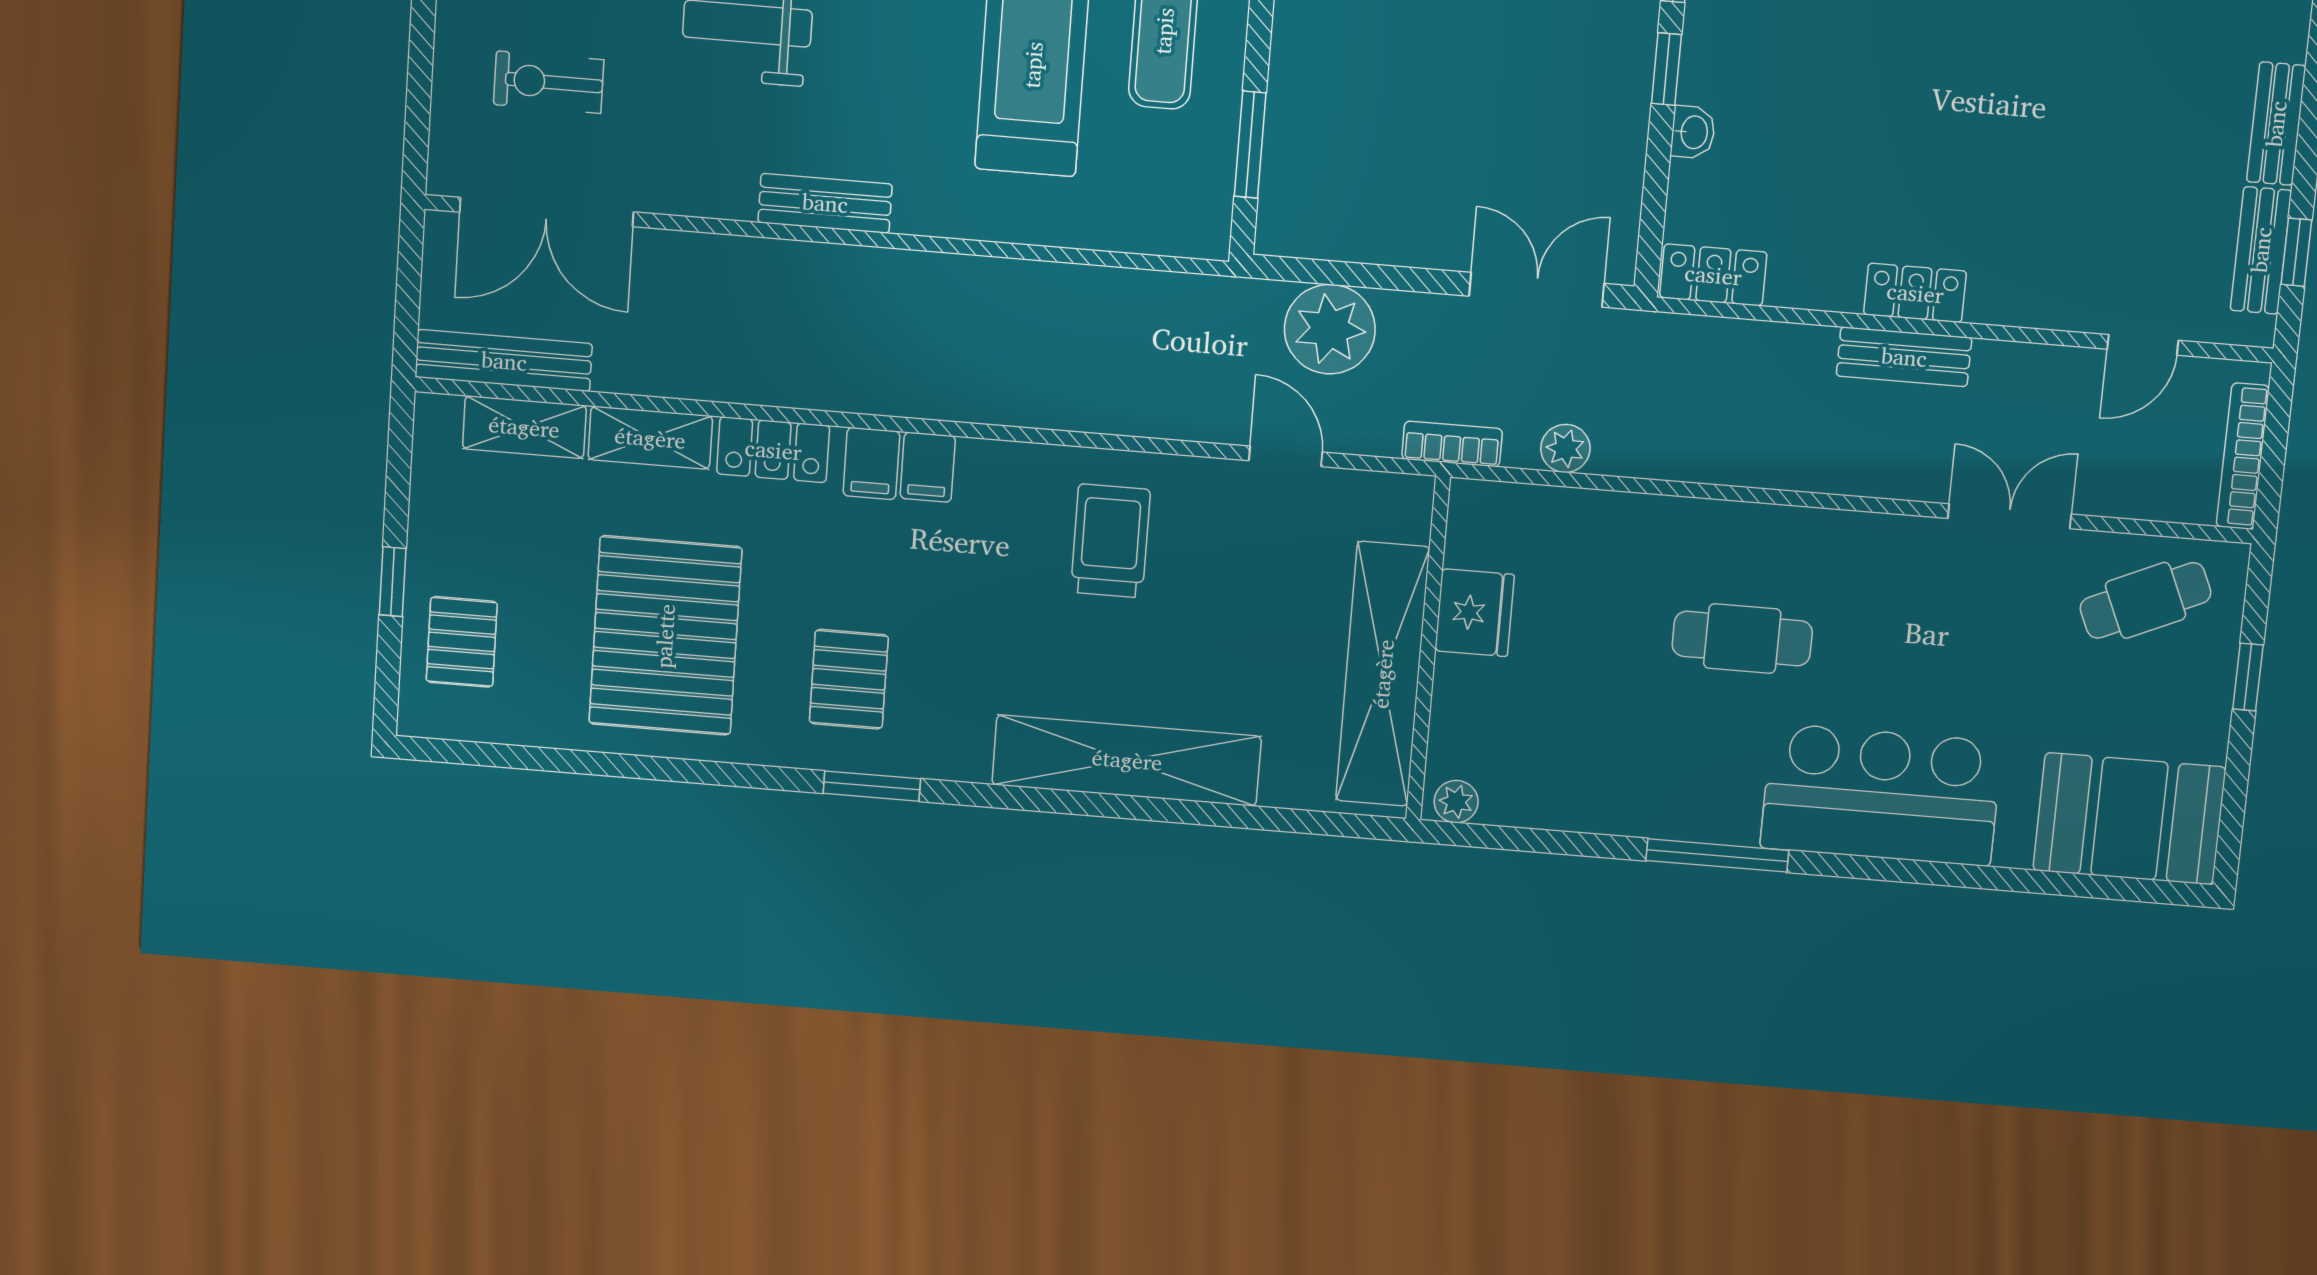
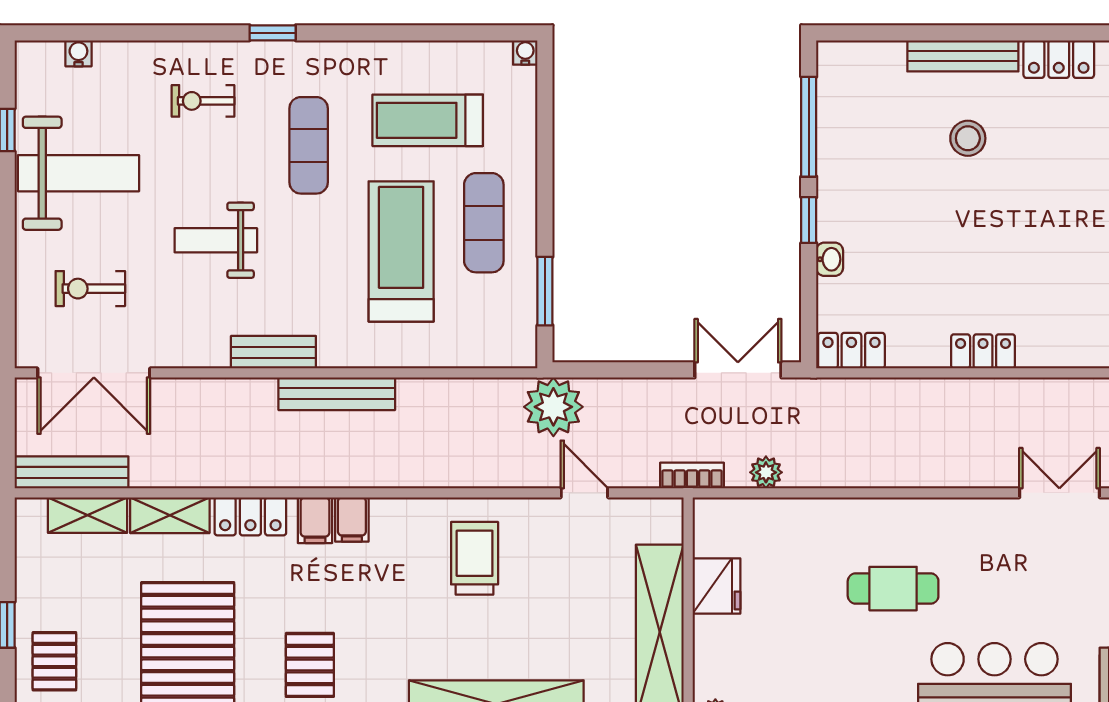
plant: (1330, 329) -> (553, 407), moved
bench: (1904, 357) -> (337, 394), moved, width x1.36

